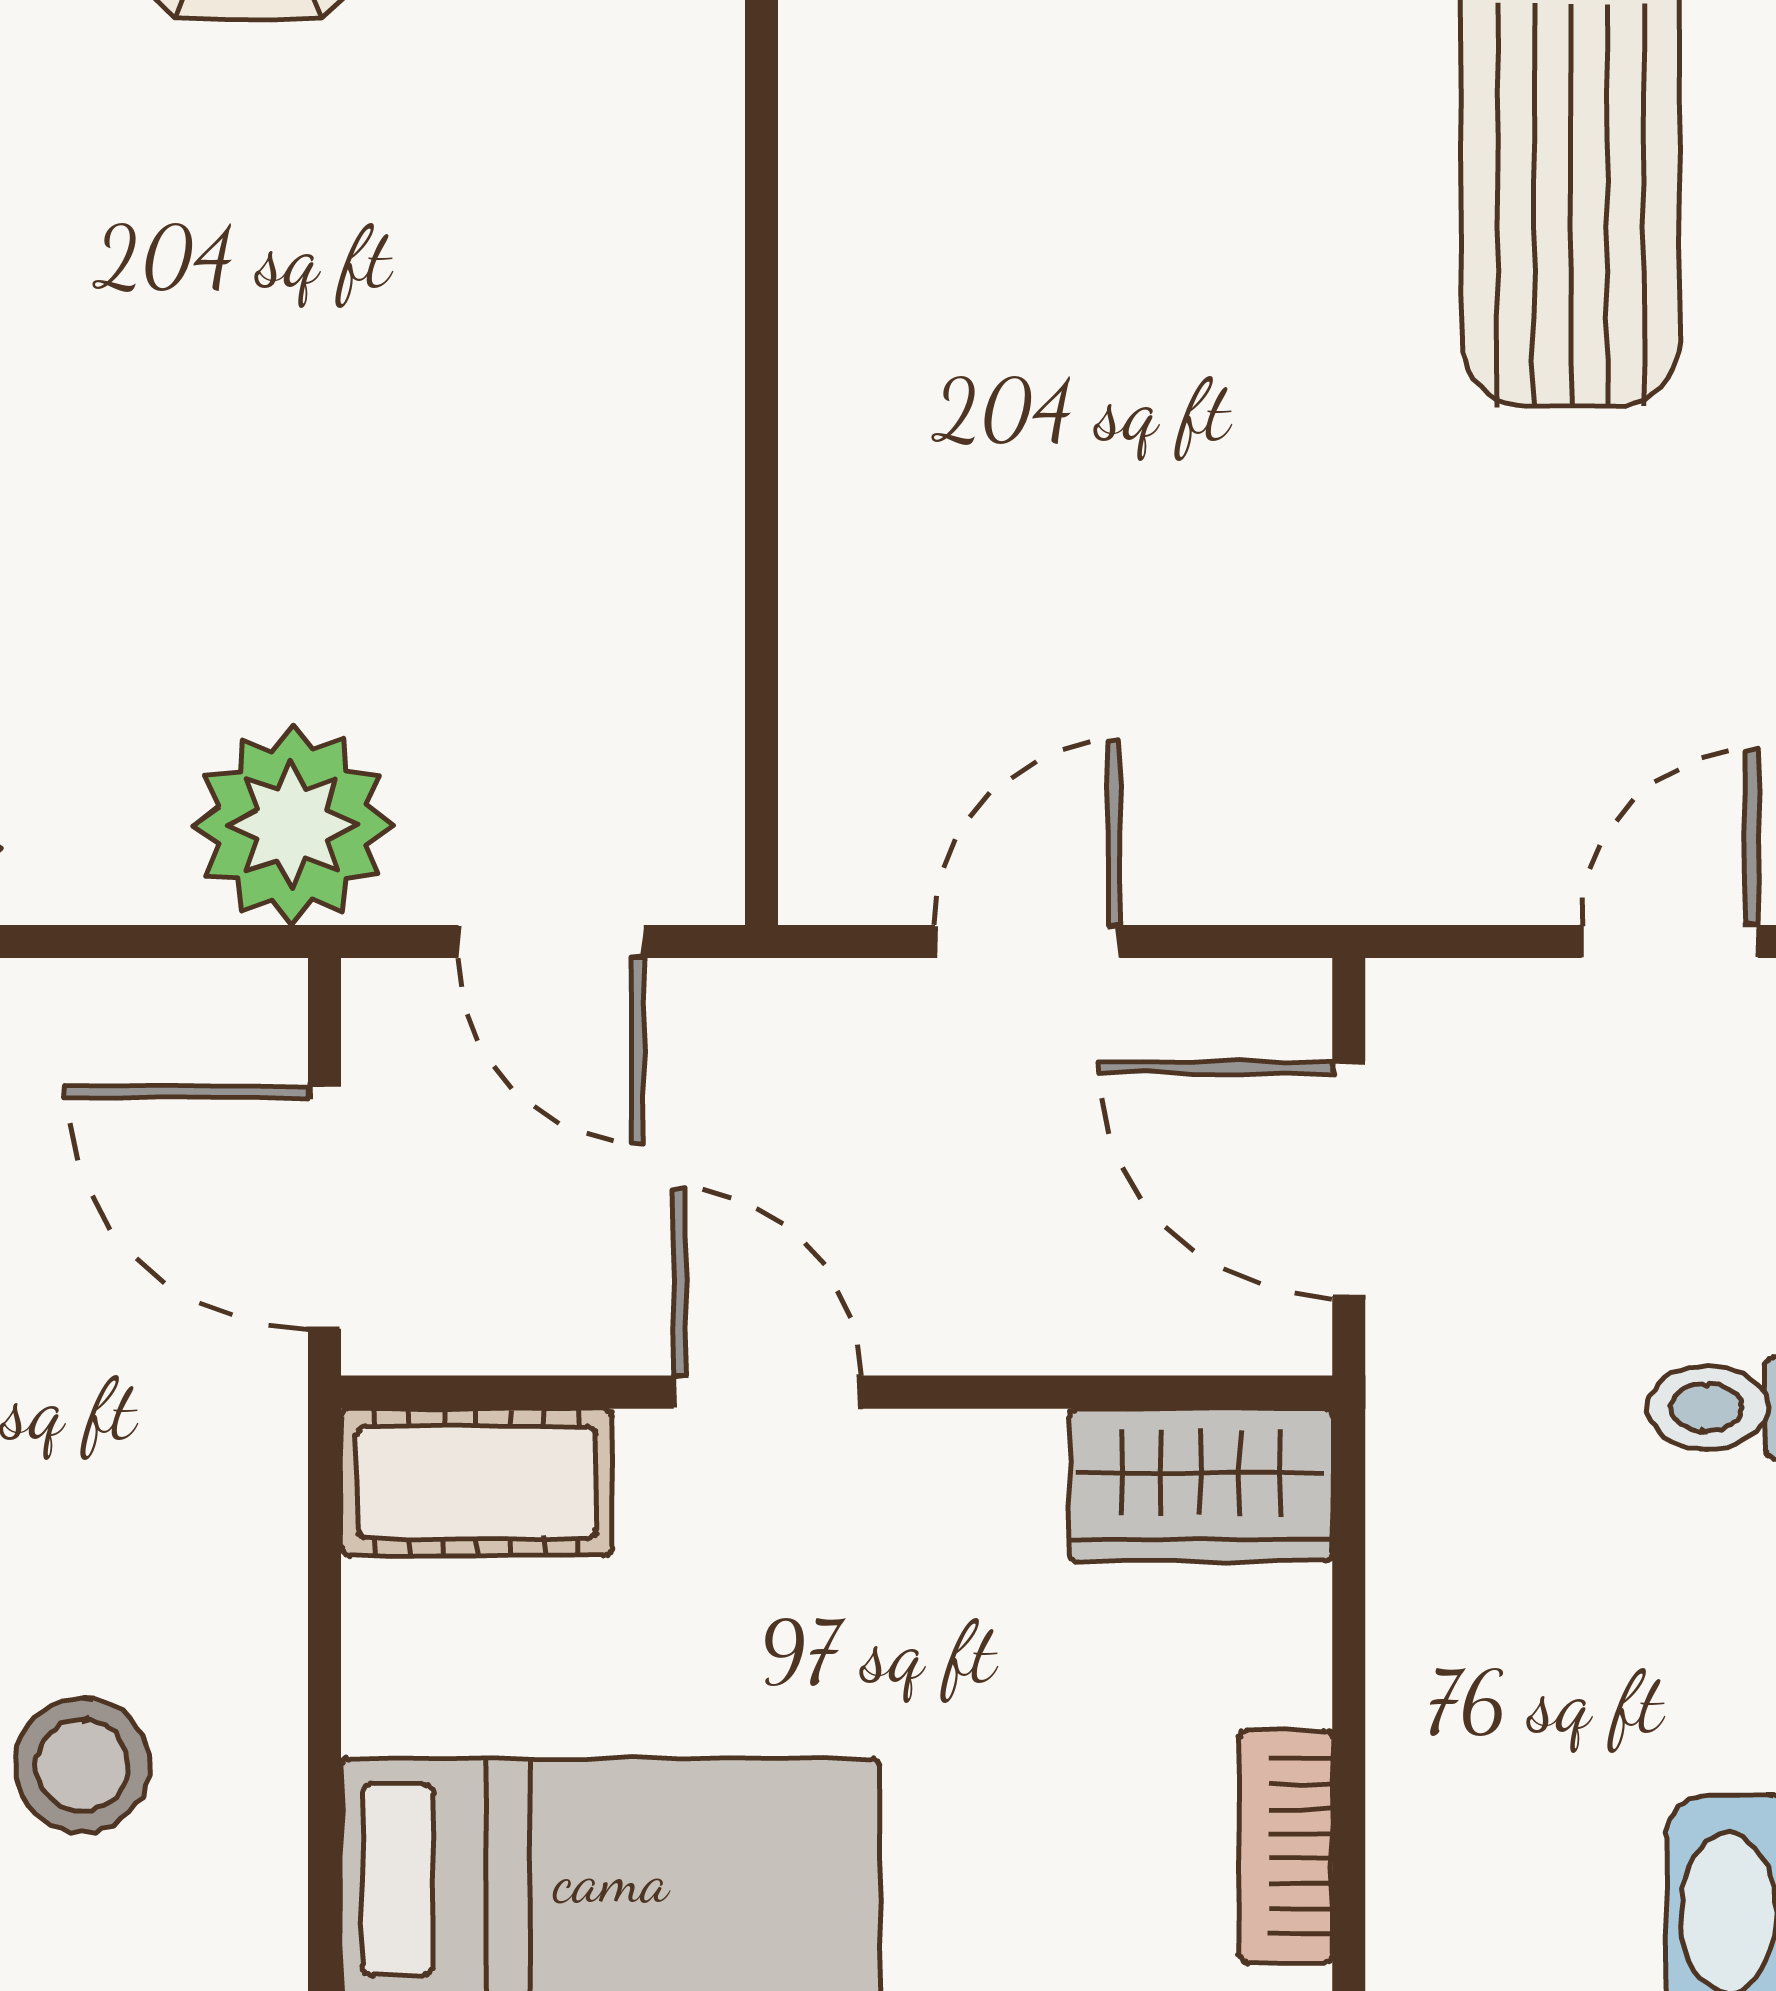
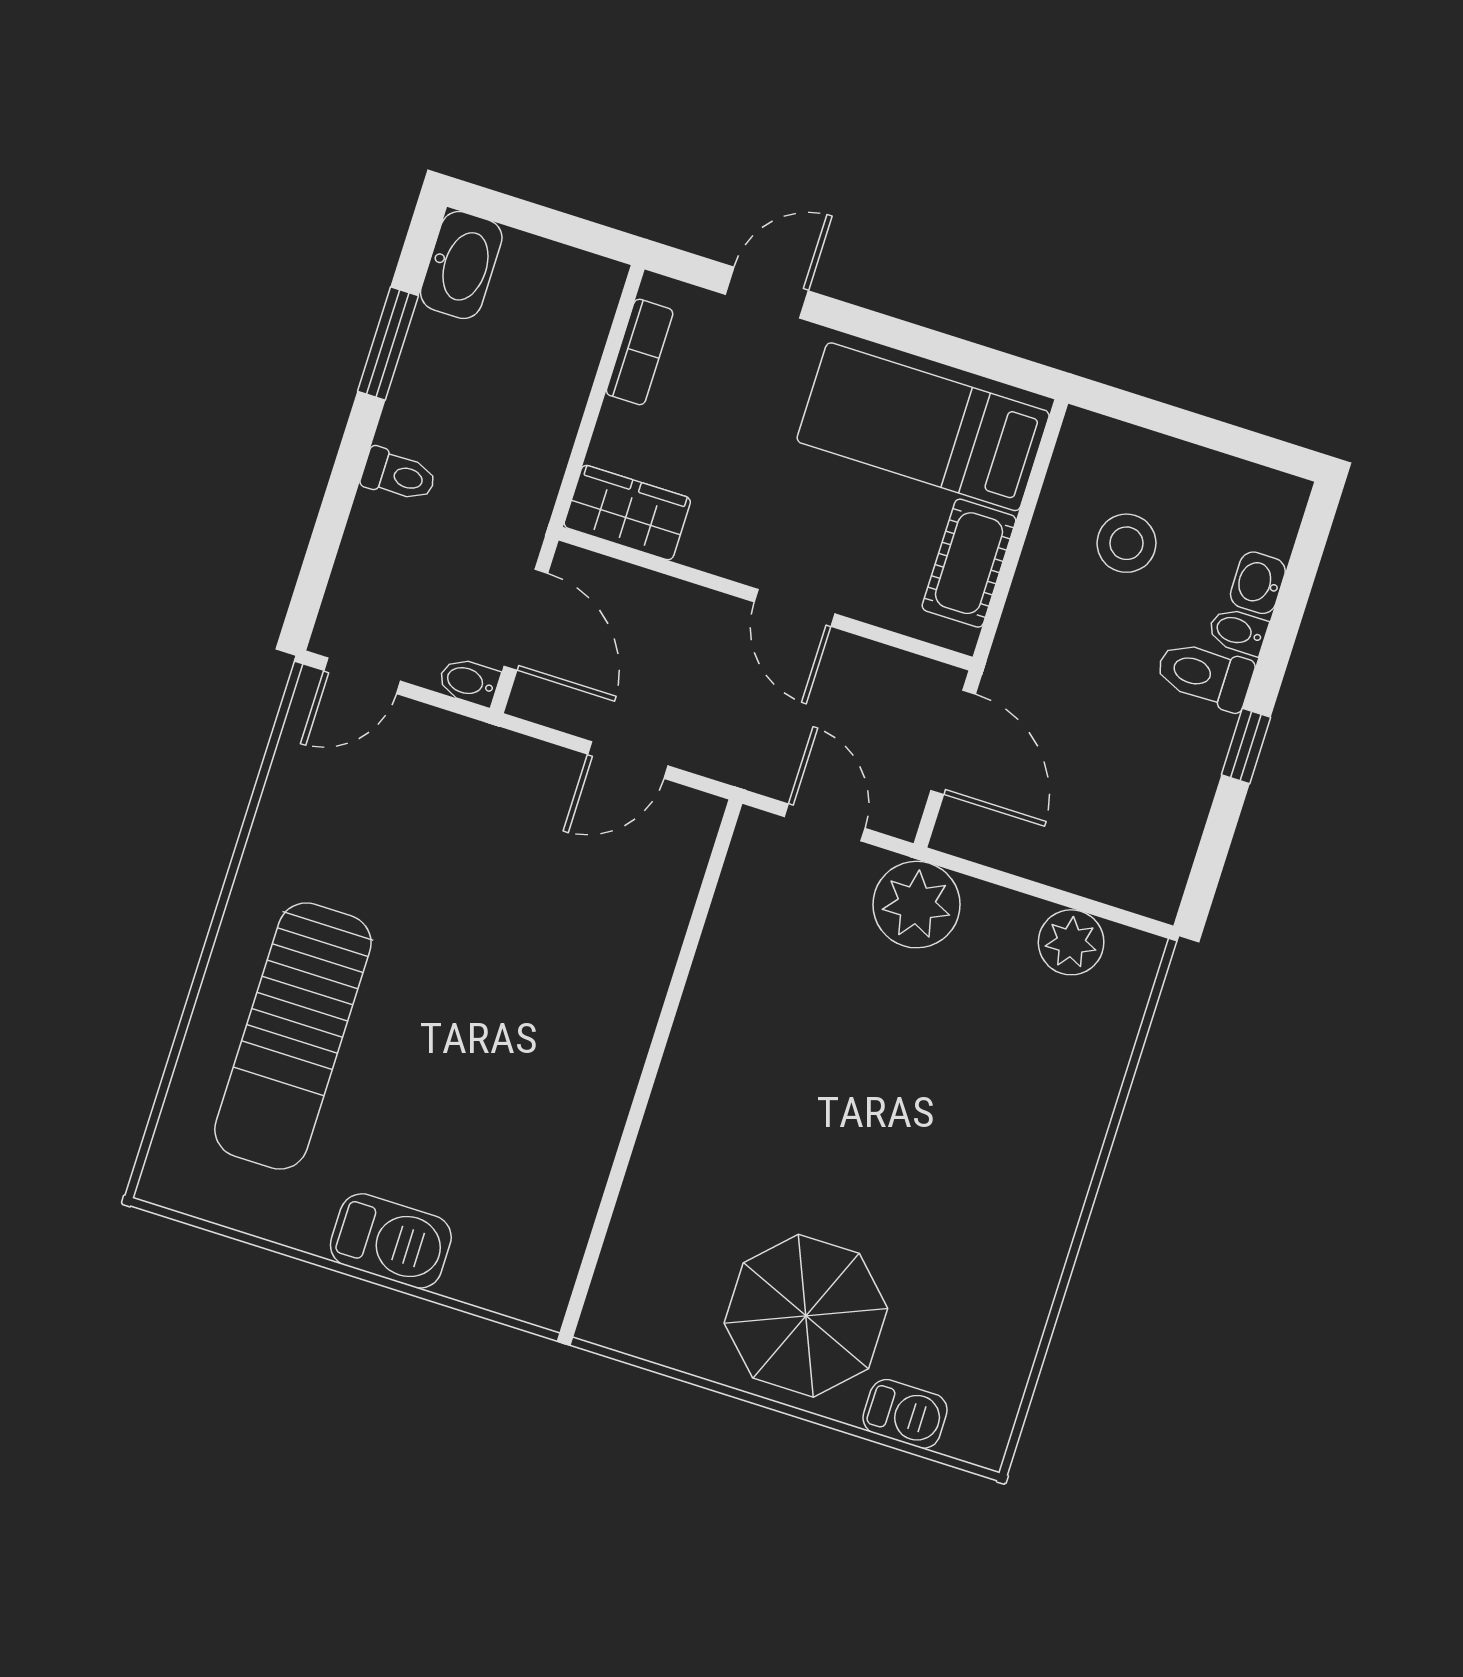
bidet: (1431, 1003) -> (469, 682), added
cot: (476, 1482) -> (969, 563), moved, turned 90

